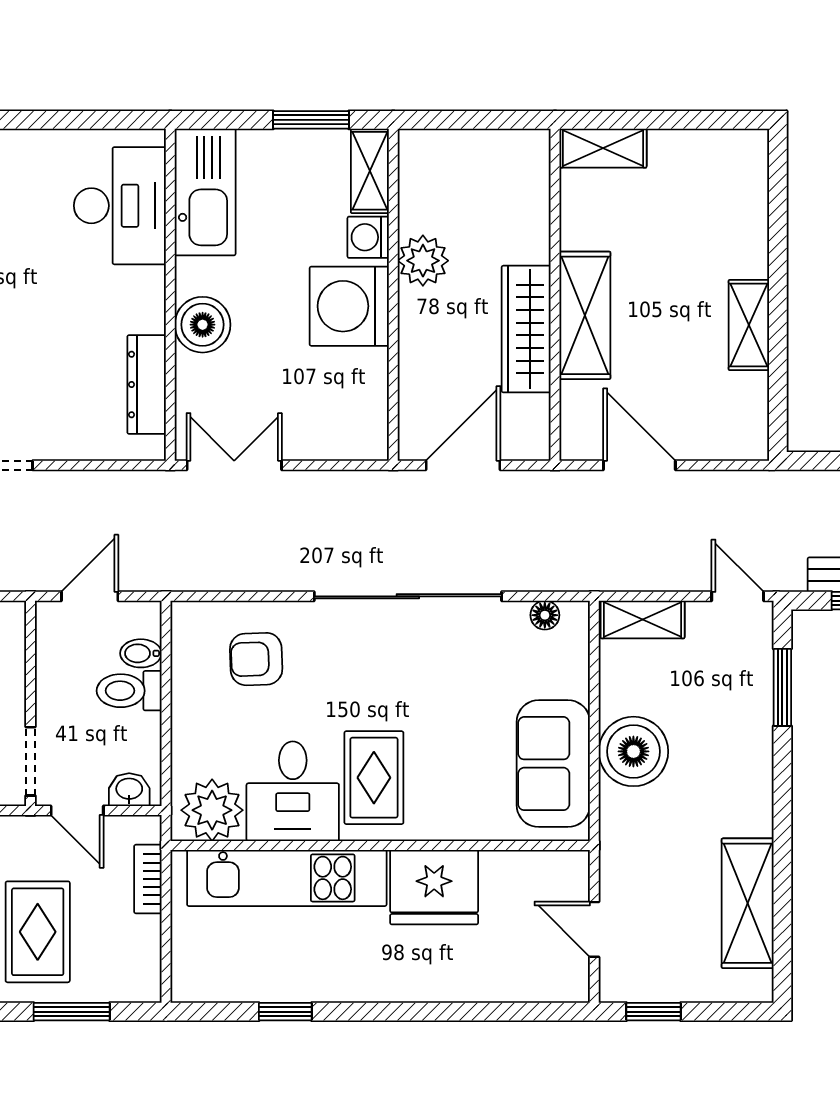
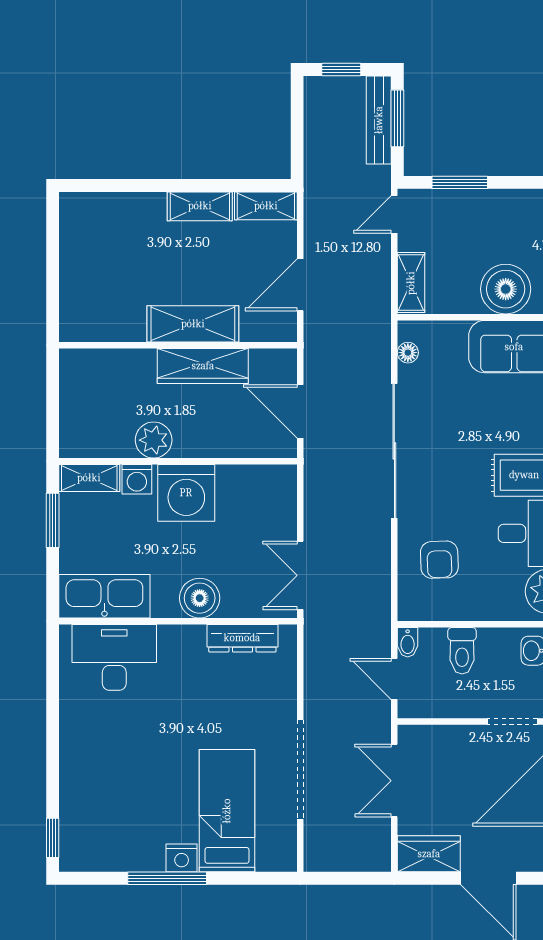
shelving: (603, 148) -> (266, 206), moved, turned 90
bidet: (141, 653) -> (408, 642), moved

